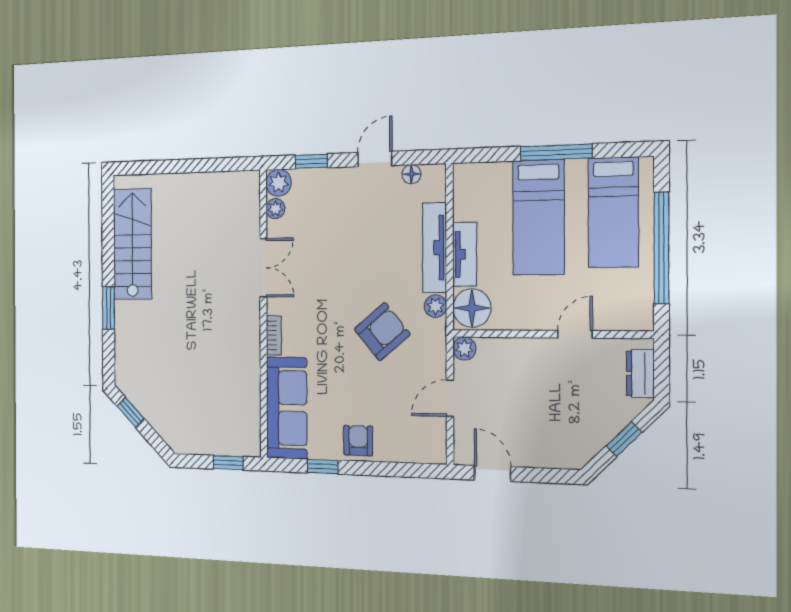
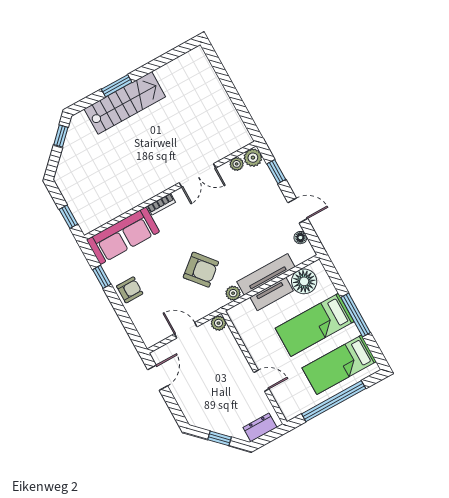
stairs: (132, 244) -> (125, 103), moved
floor lamp: (472, 308) -> (304, 281), moved

